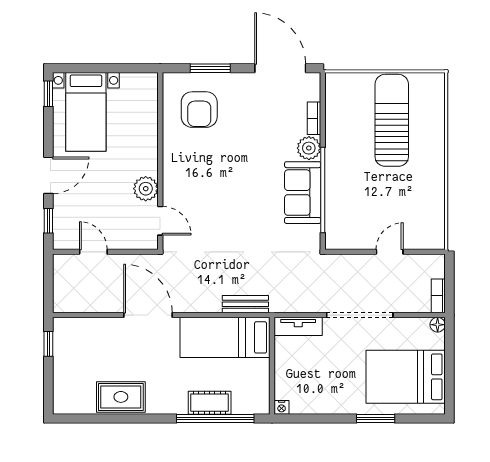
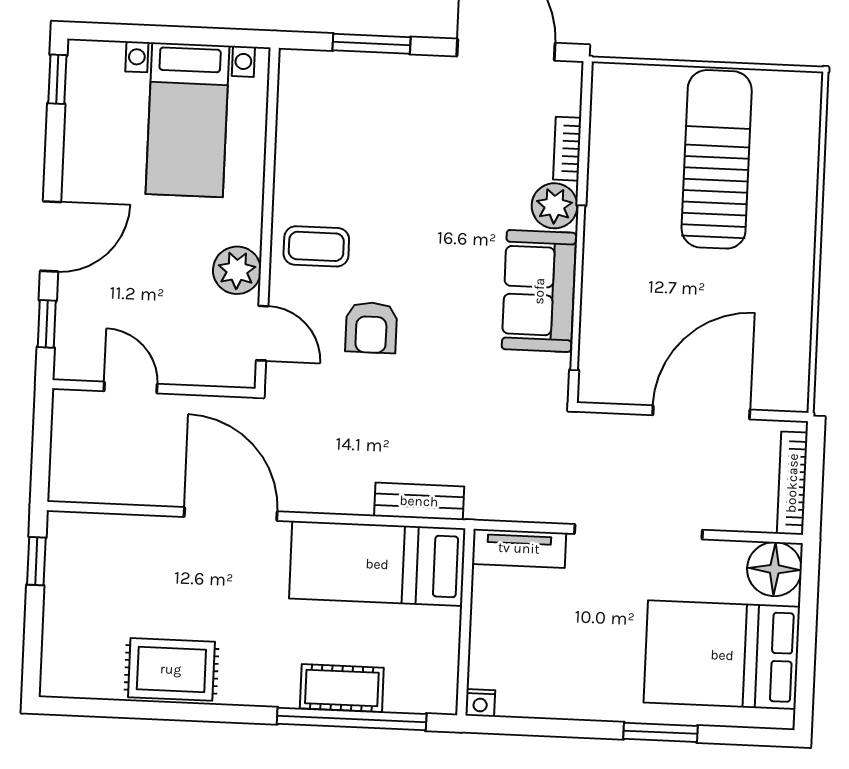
armchair: (199, 110) -> (371, 328), moved, width x0.72, depth x0.72
bed with nightstands: (86, 112) -> (187, 120), moved
coffee table: (186, 174) -> (316, 246), added
door: (390, 252) -> (701, 412), width x1.88
bookcase: (438, 296) -> (792, 483), width x1.56
floor lamp: (438, 325) -> (774, 569), width x1.89, depth x1.89

